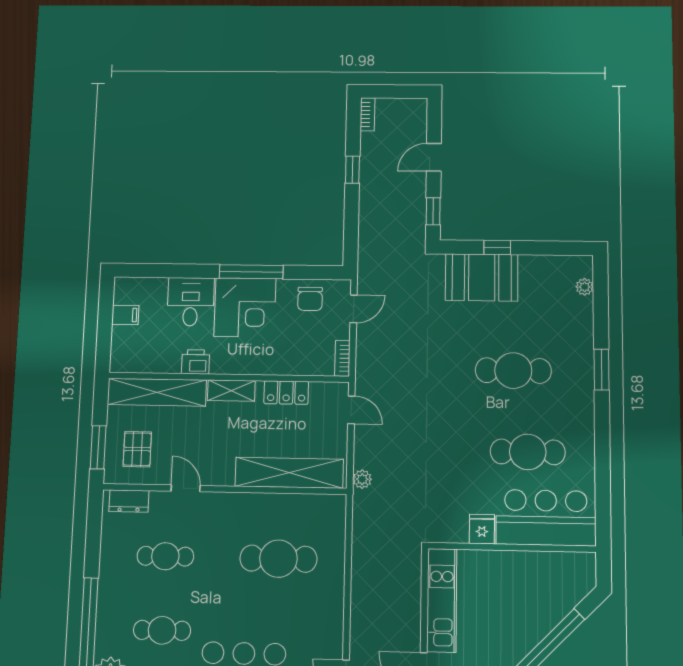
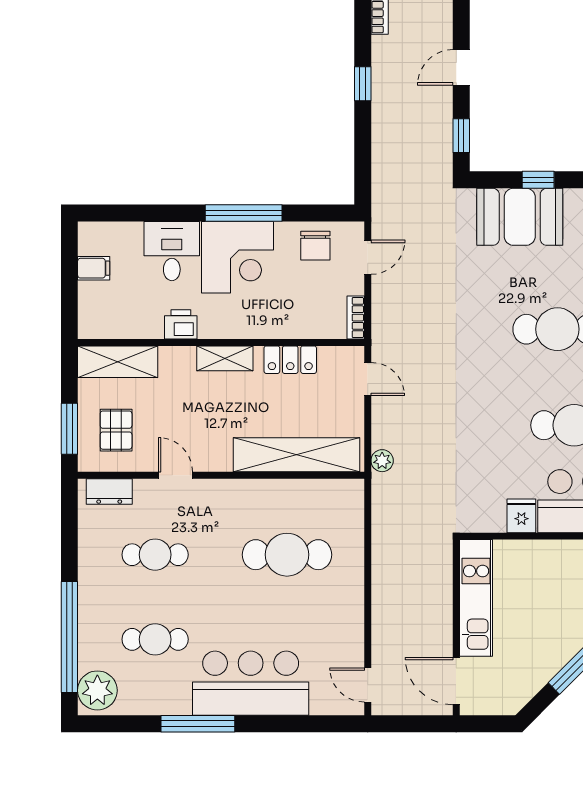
shelving: (157, 392) -> (118, 362), width x0.68

